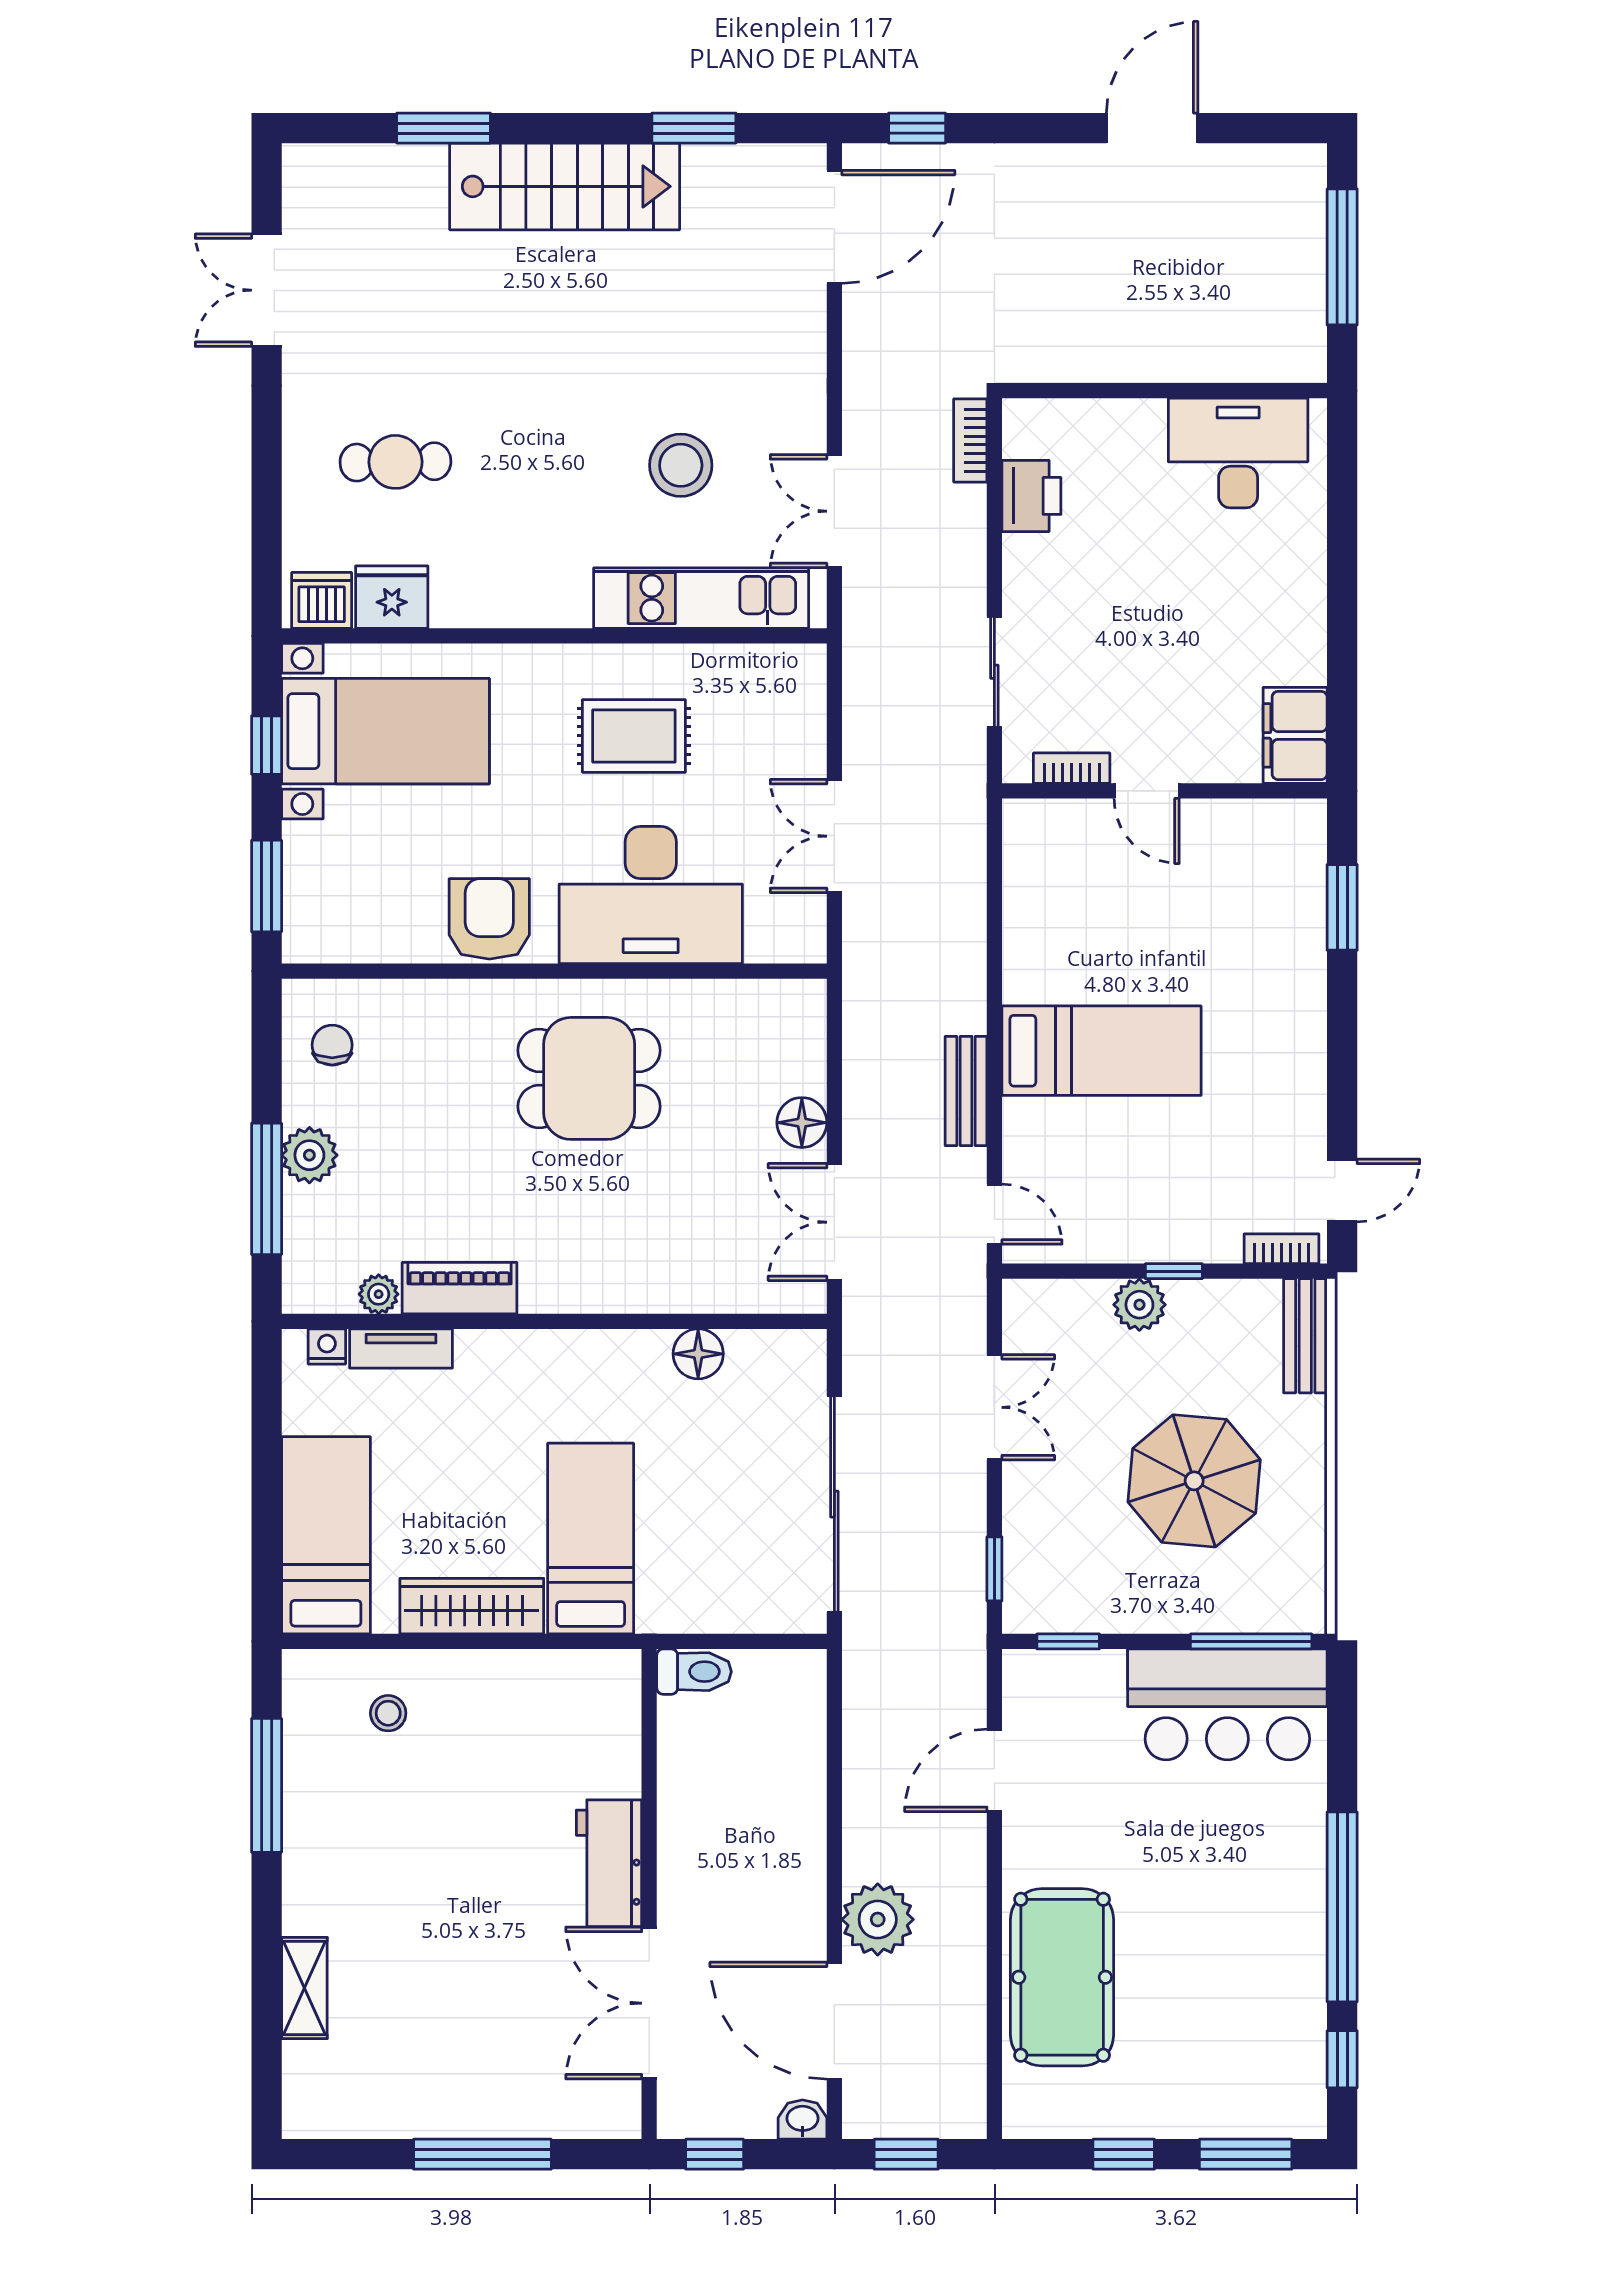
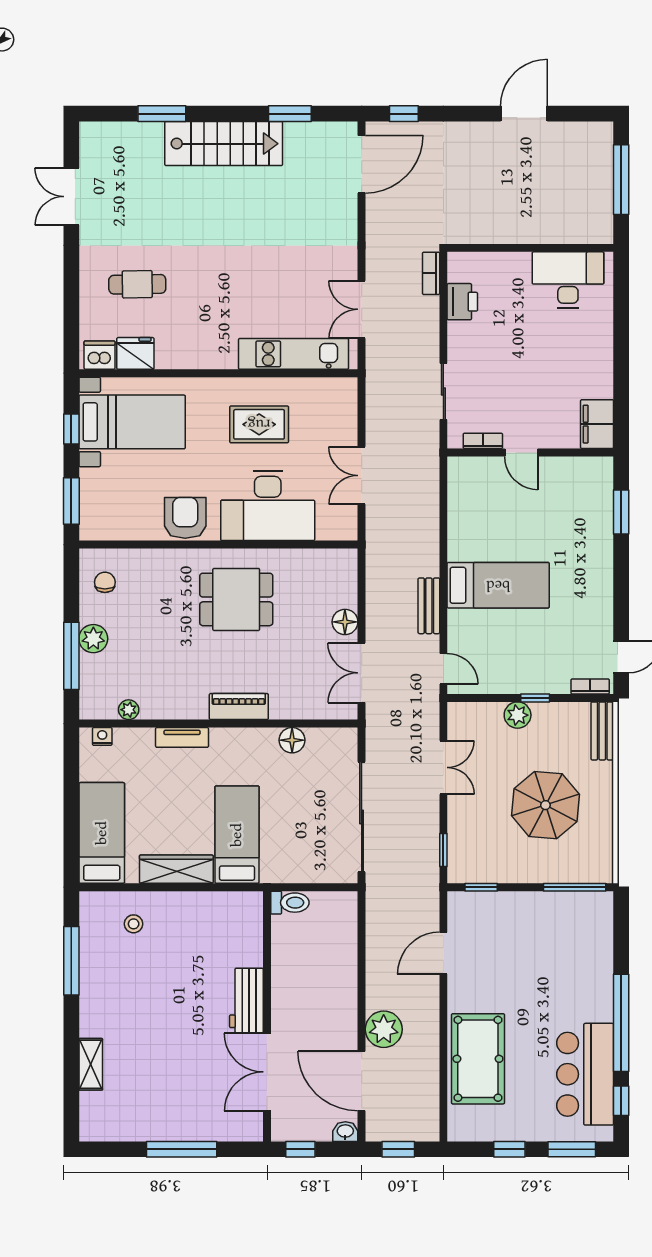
stool: (681, 465) -> (283, 286), removed
piano: (460, 1288) -> (239, 707), moved
tv unit: (401, 1348) -> (182, 737), moved
bar counter: (1227, 1704) -> (585, 1074), moved, turned 90

